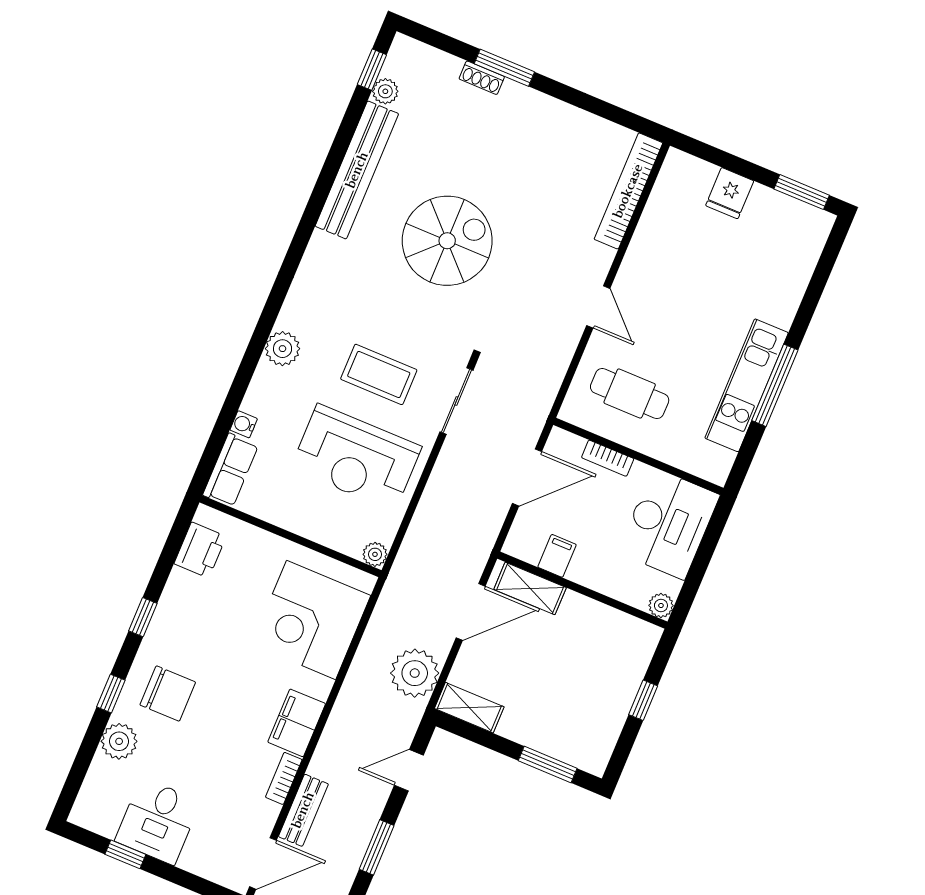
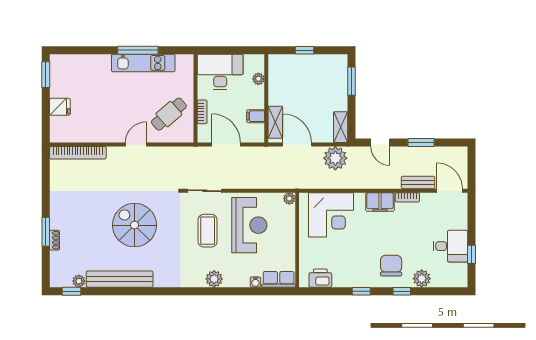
cafe table: (630, 393) -> (169, 114), turned 49
plant: (661, 605) -> (258, 79), moved

